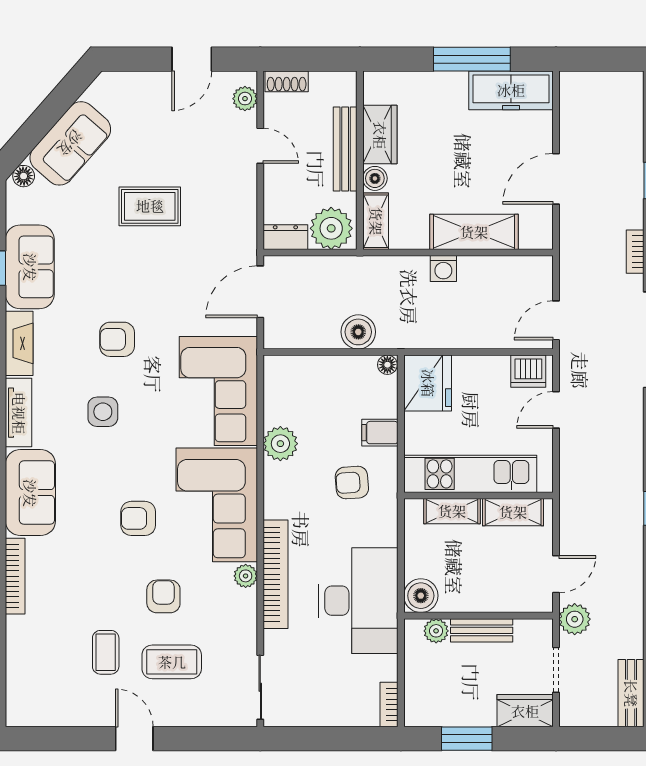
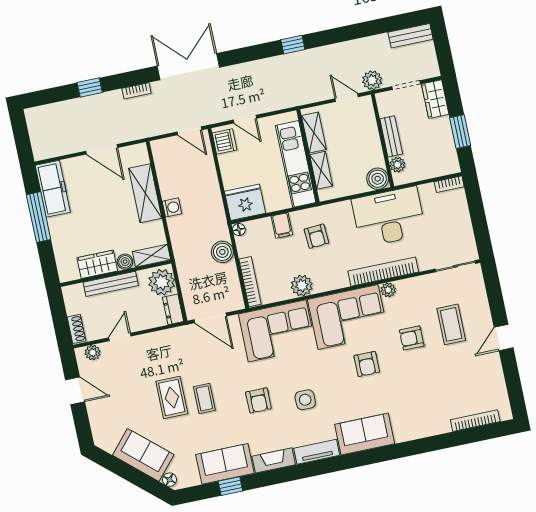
bookcase: (303, 365) -> (250, 282), added
bookcase: (15, 576) -> (475, 421), moved
coffee table: (106, 652) -> (204, 398), moved, turned 90

